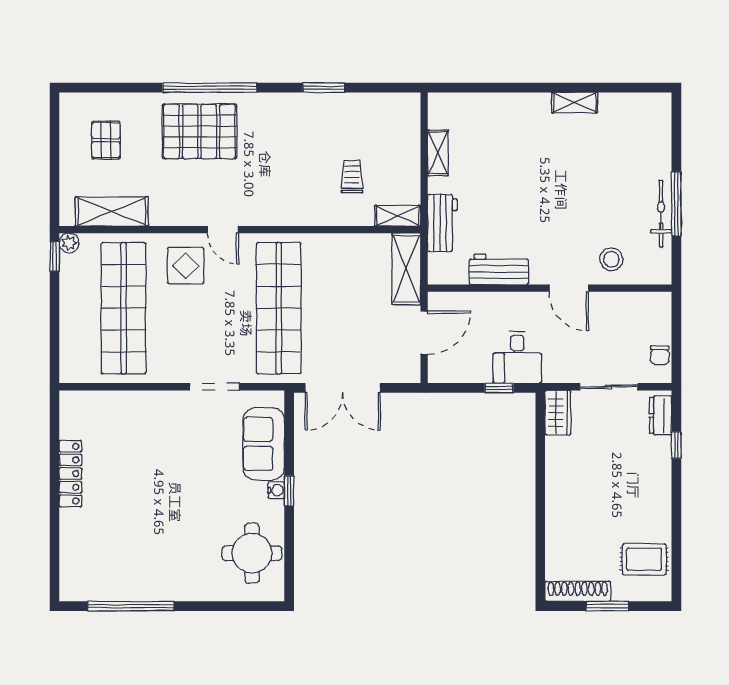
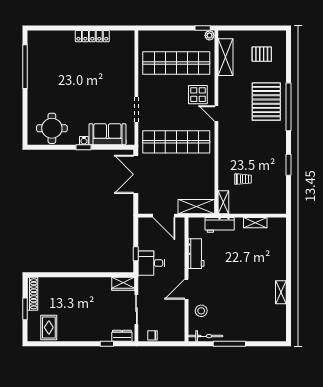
bicycle: (661, 214) -> (206, 336), moved
door: (223, 230) -> (216, 114), hinge flipped

